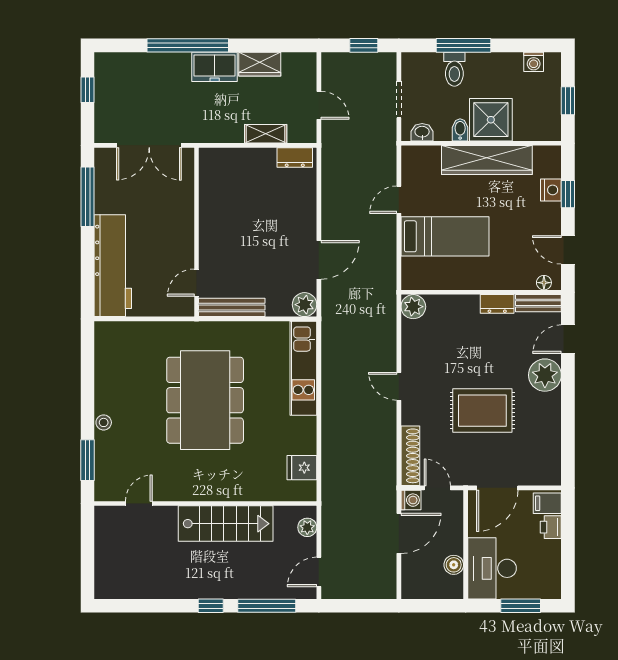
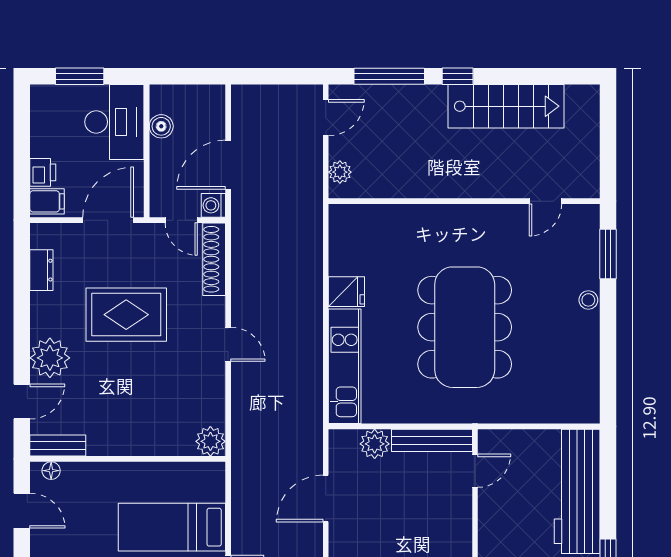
dresser: (497, 304) -> (41, 270), moved, turned 90
plant: (305, 305) -> (375, 444), moved
fridge: (302, 468) -> (346, 292), moved
stairs: (226, 524) -> (506, 106), moved, turned 180

